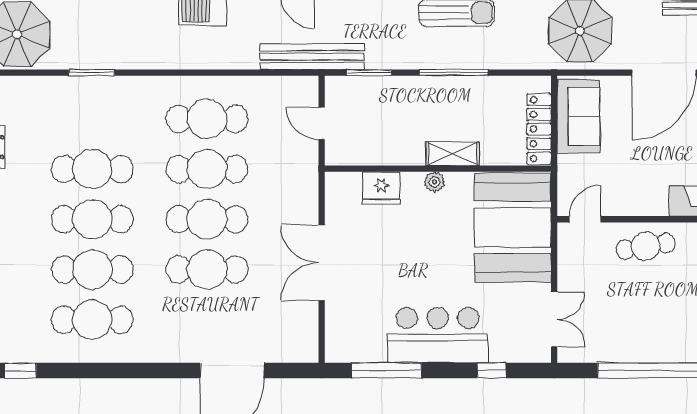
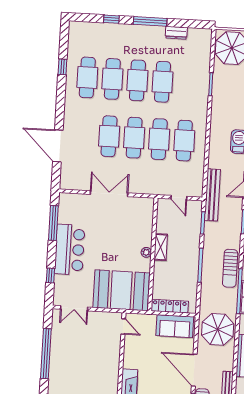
door: (322, 123) -> (179, 198), swing flipped
shelving: (453, 154) -> (161, 247), moved
fridge: (381, 188) -> (145, 226), removed
cafe table: (646, 246) -> (108, 356), removed
window: (21, 370) -> (62, 67), moved

